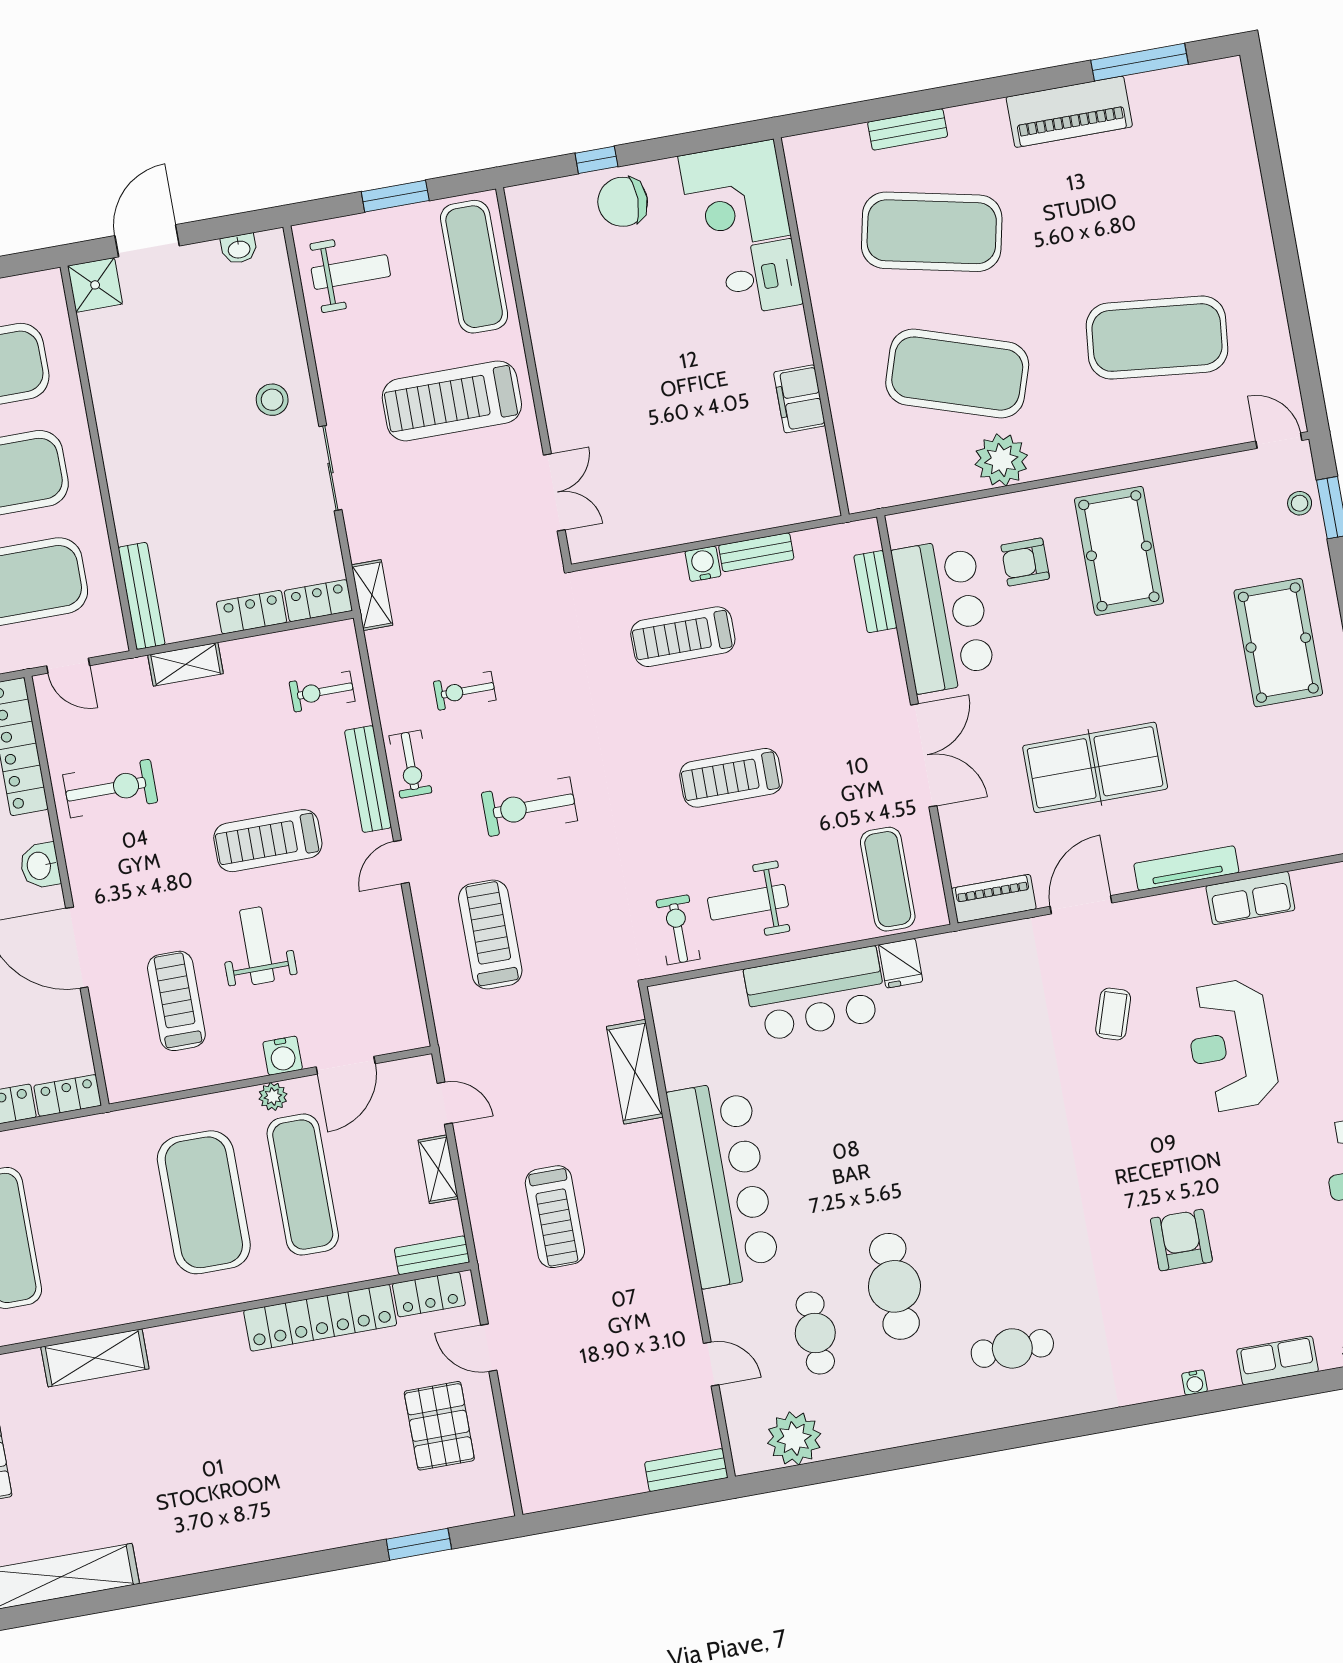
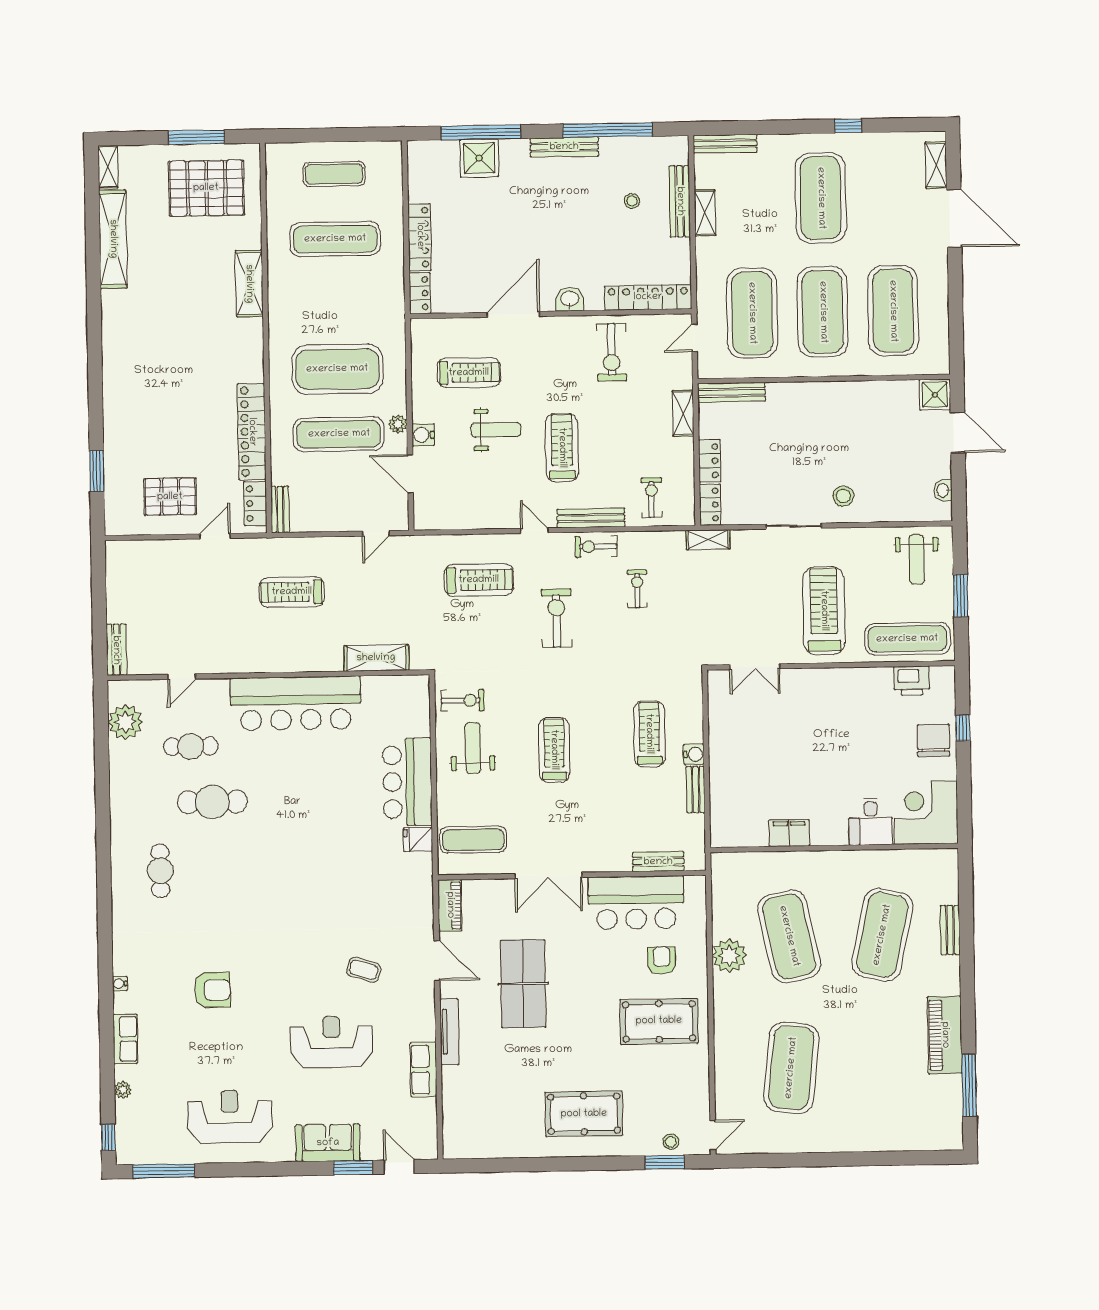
printer: (537, 250) -> (912, 681), added
exercise mat: (957, 374) -> (789, 936), turned -30
shelving: (438, 1169) -> (334, 522), removed

